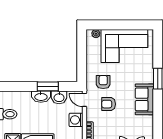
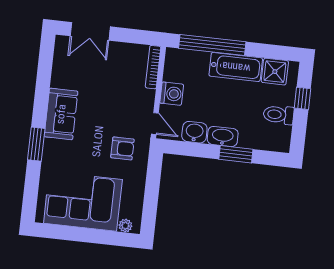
armchair: (103, 82) -> (122, 148), turned -90
window: (48, 86) -> (236, 154), moved
armchair: (109, 104) -> (118, 113), removed

